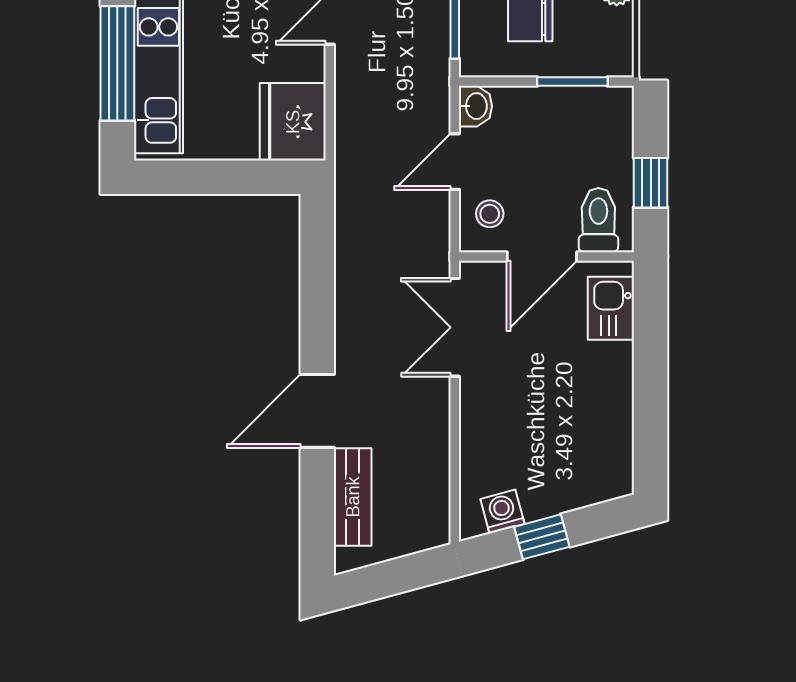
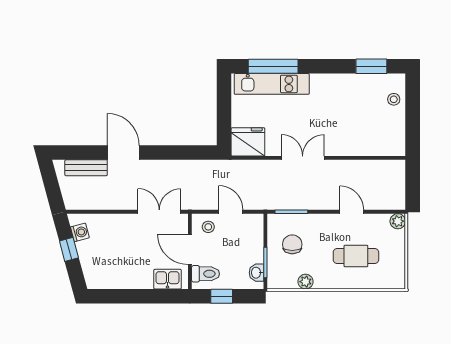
washbasin: (475, 106) -> (256, 273), moved, turned 90

